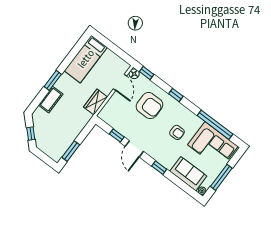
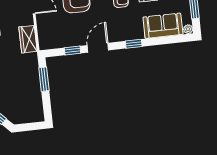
door: (134, 149) -> (98, 48), swing flipped
window: (71, 151) -> (44, 79), moved

